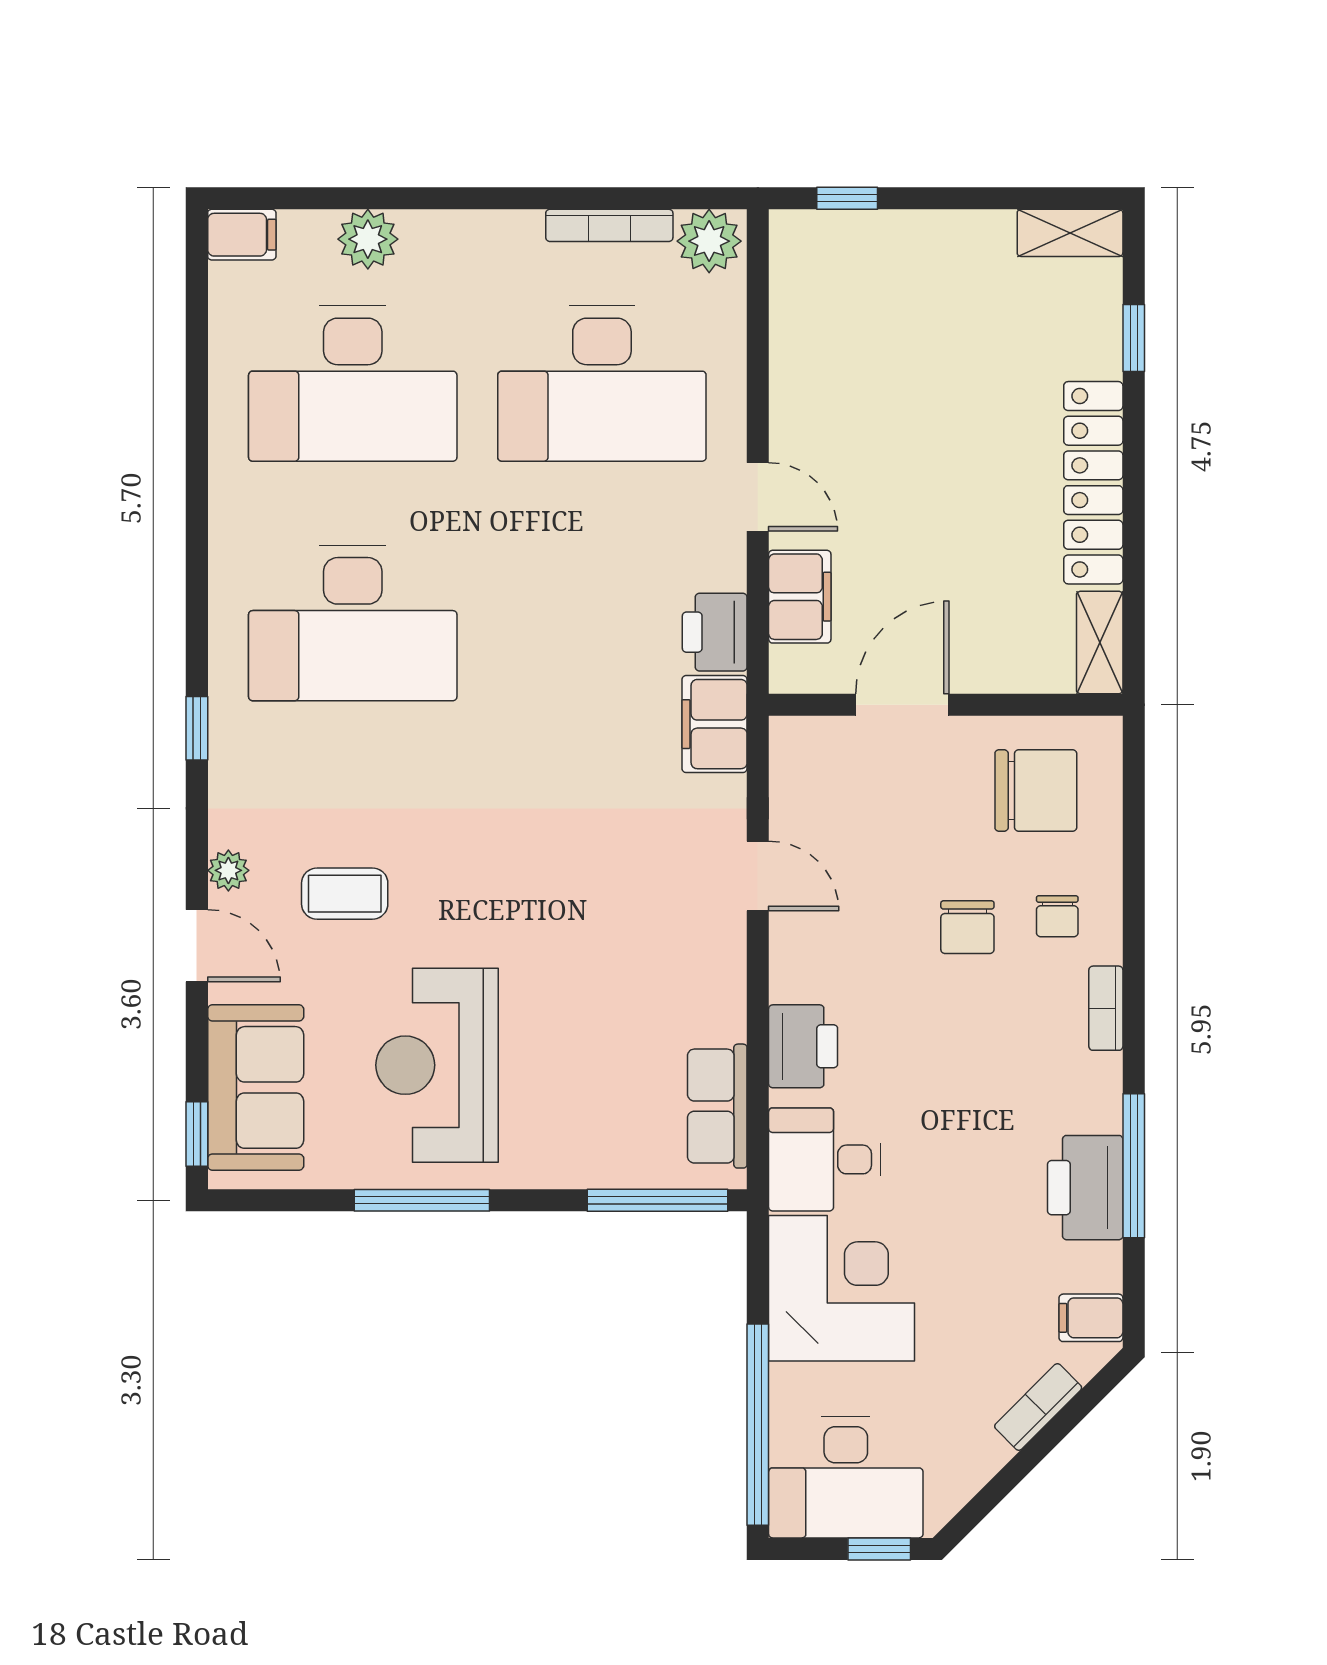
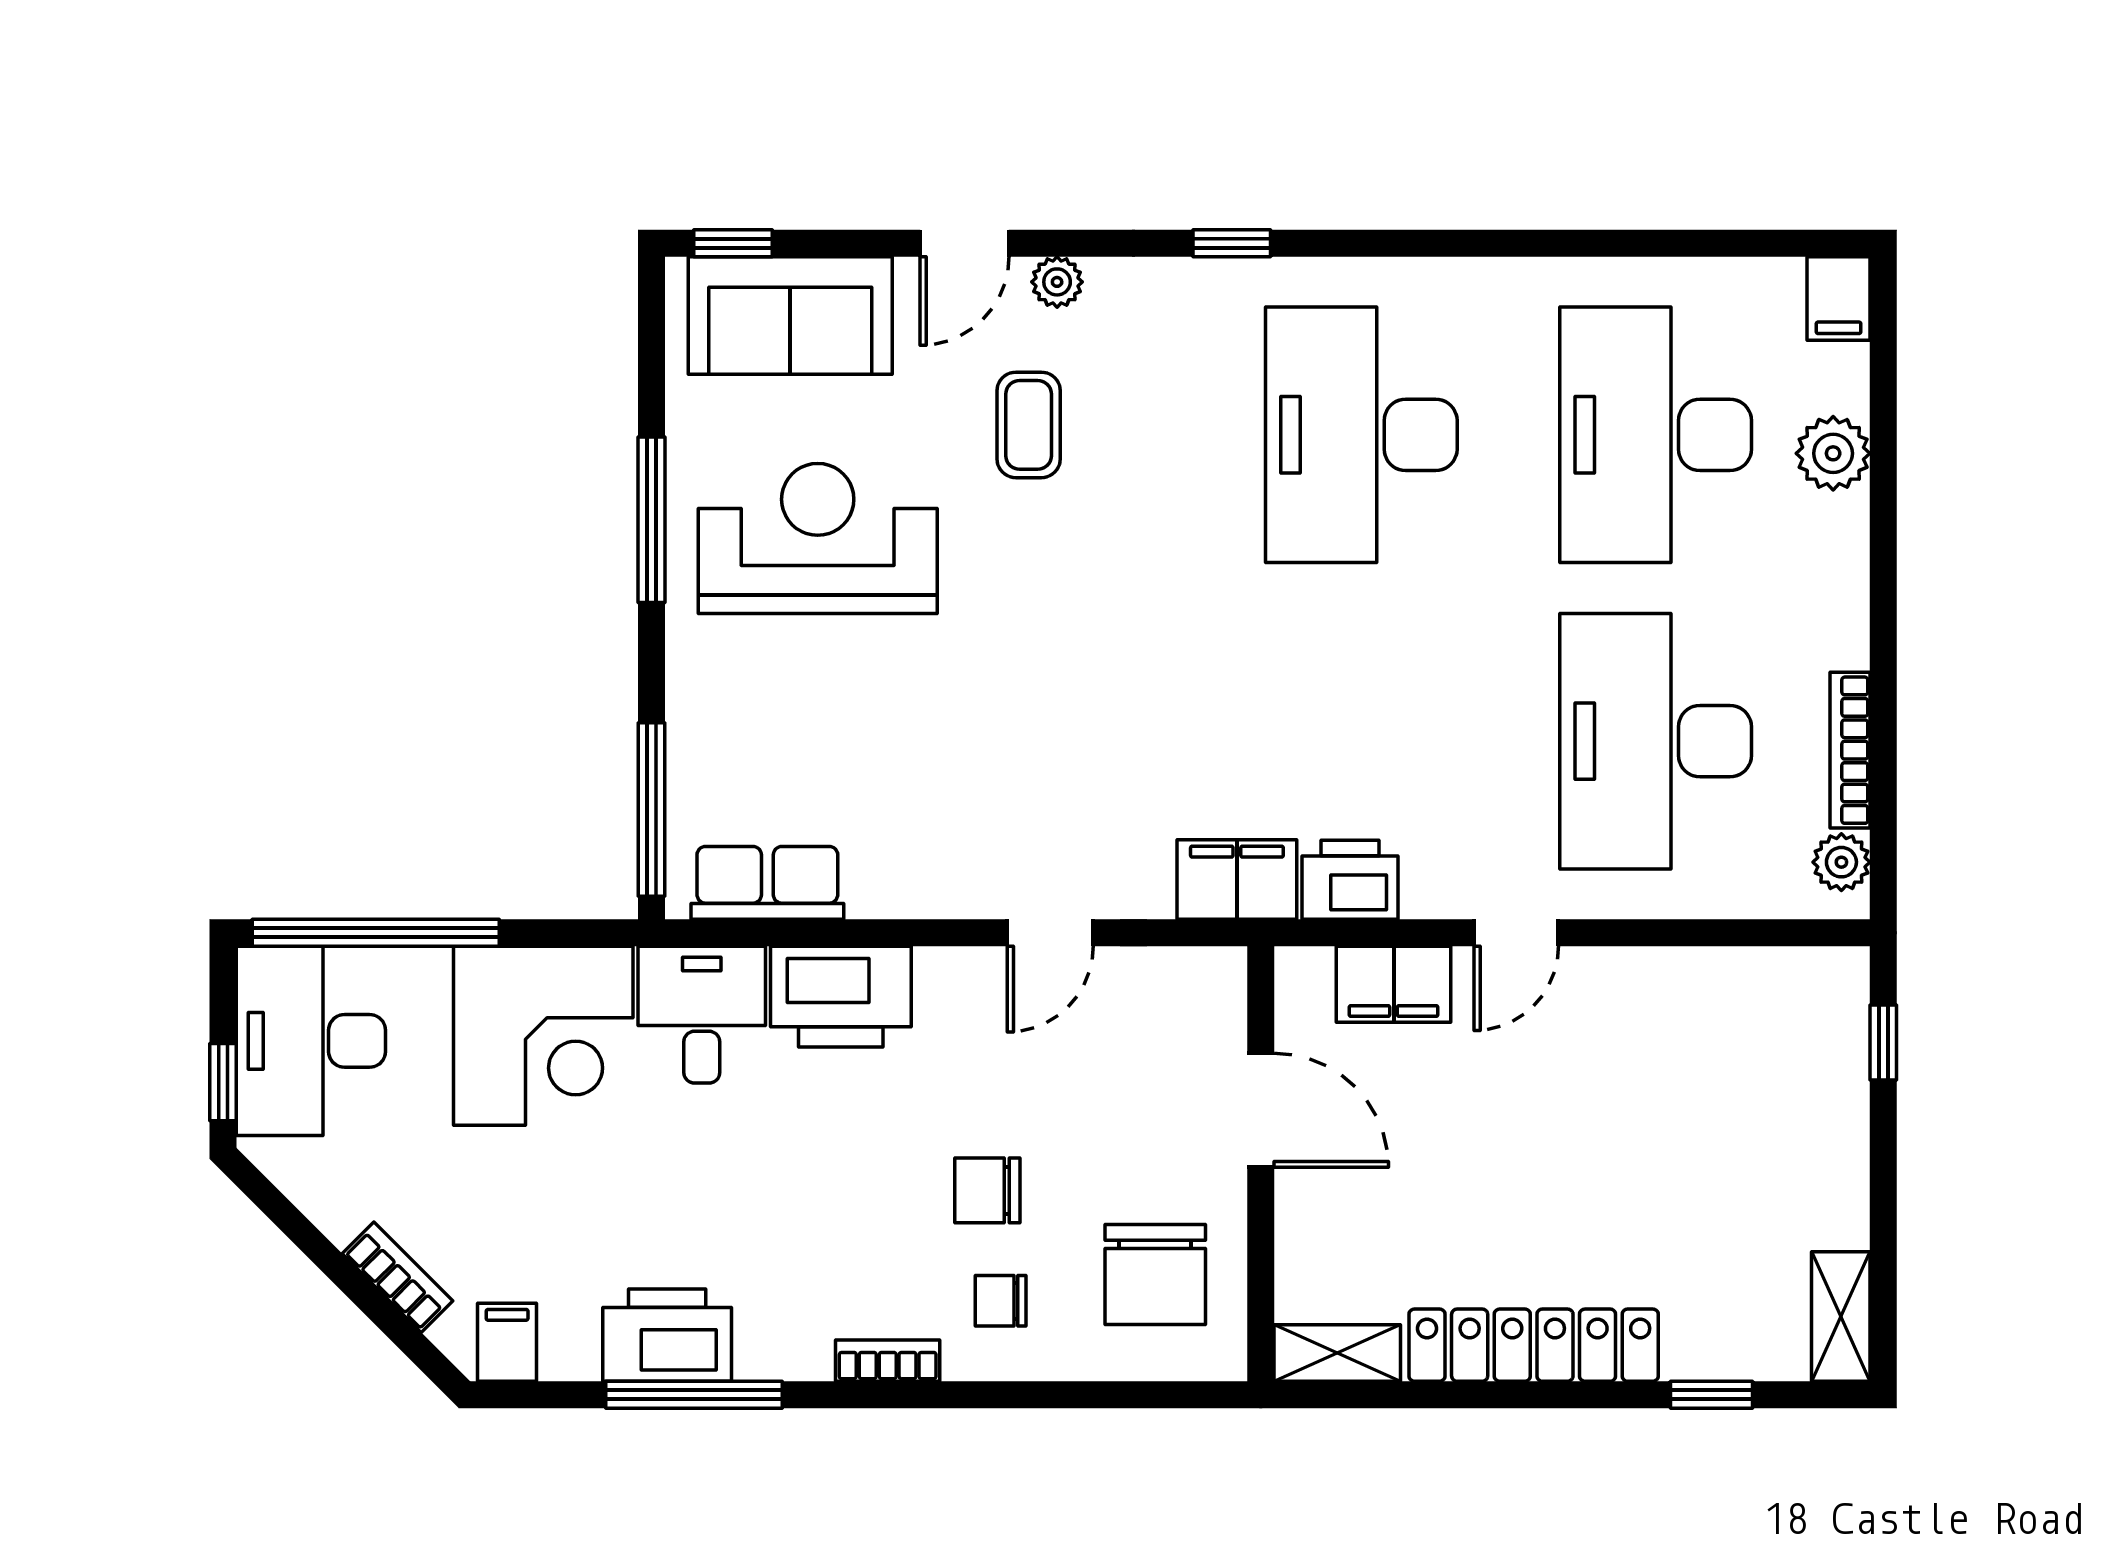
plant: (709, 241) -> (1841, 862), width x0.73, depth x0.73
printer: (803, 1046) -> (841, 997), width x1.37, depth x1.19

